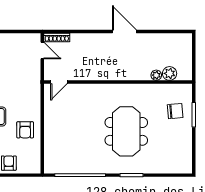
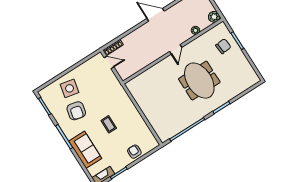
plant: (170, 73) -> (214, 17), moved
door: (59, 82) -> (176, 49), moved
armchair: (25, 130) -> (131, 123), removed

